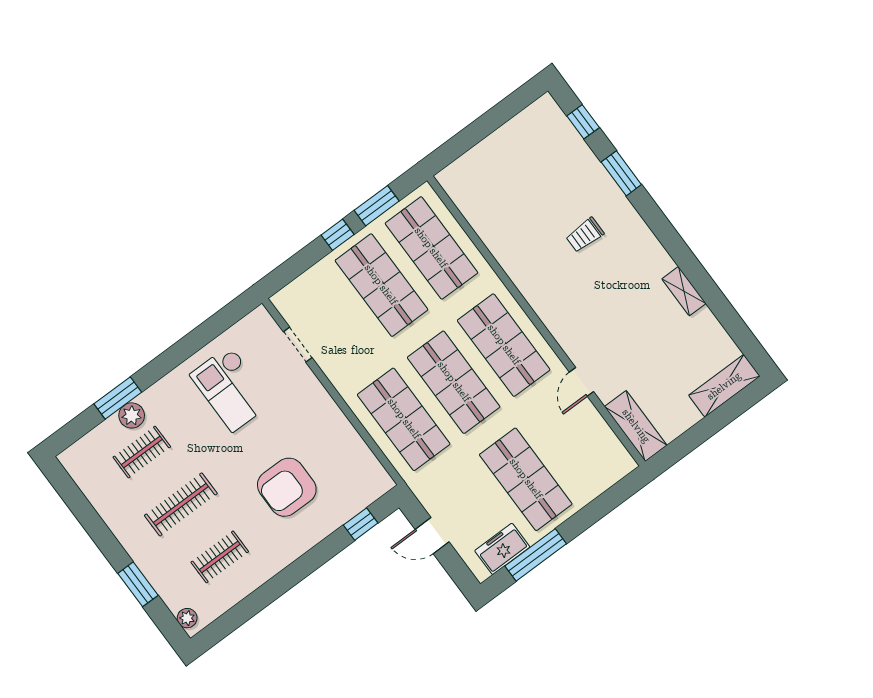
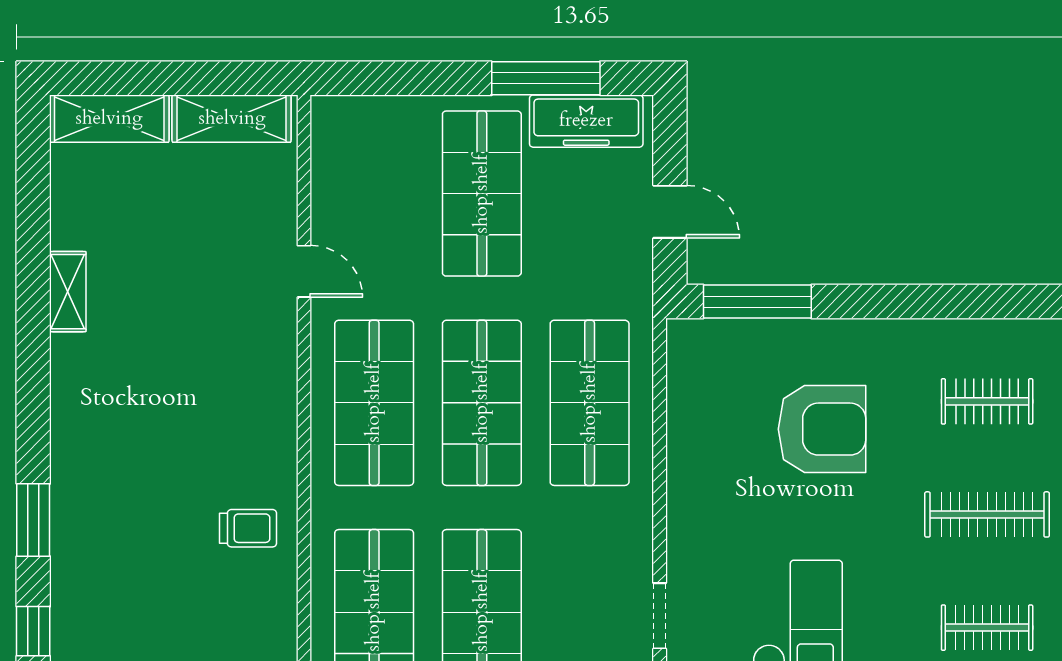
trolley: (585, 235) -> (248, 528), moved
door: (581, 382) -> (304, 271), hinge flipped
shelving: (636, 426) -> (232, 119), moved, turned 90
window: (361, 524) -> (757, 302), width x2.17
freezer: (502, 549) -> (586, 121), width x1.40

